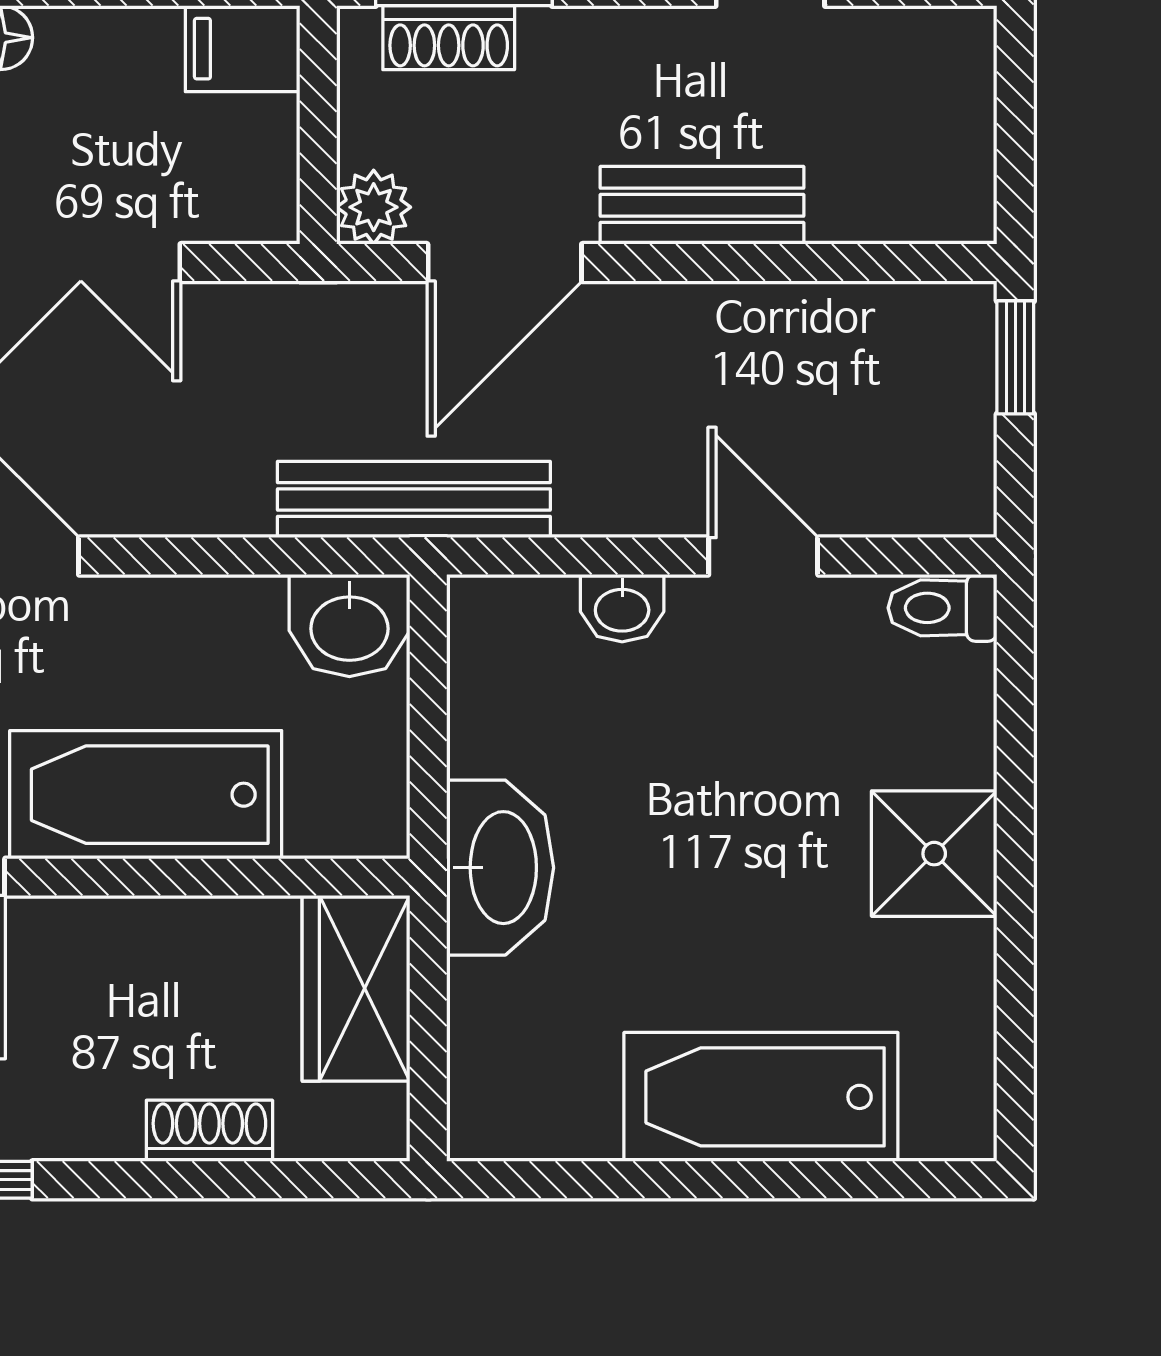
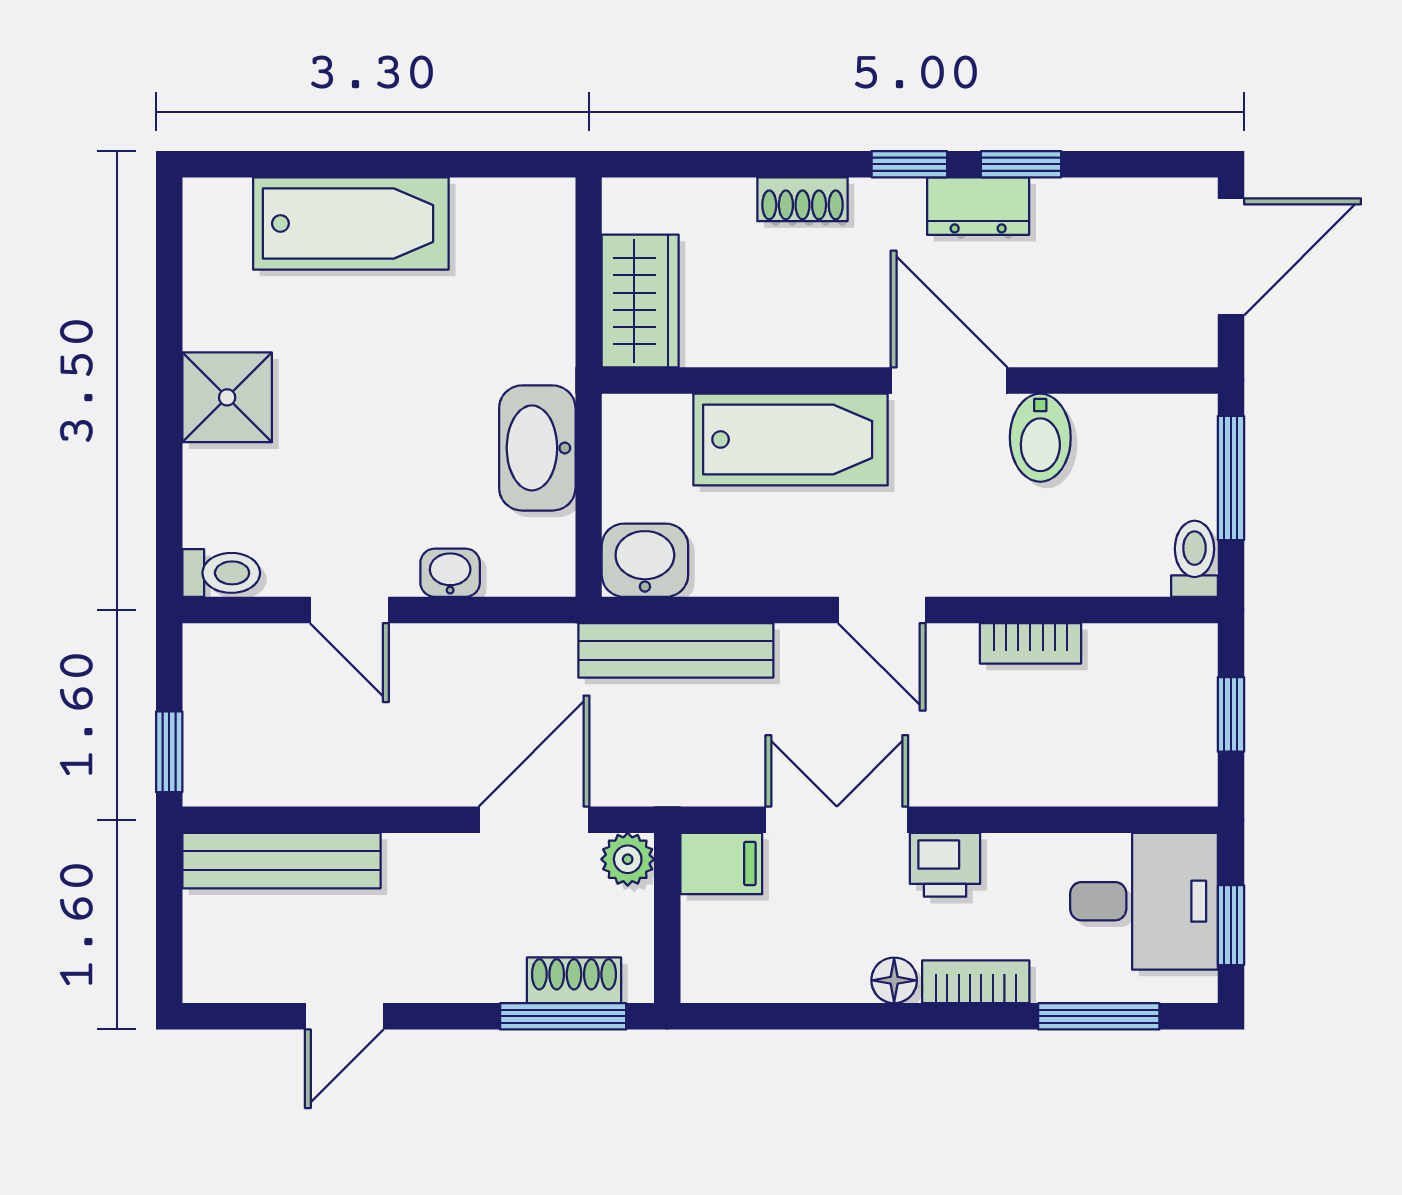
filing cabinet: (243, 49) -> (721, 863), moved
bench: (702, 205) -> (281, 861), moved, width x1.36
bench: (414, 500) -> (676, 650), moved
washbasin: (500, 868) -> (537, 448), moved
shoe rack: (209, 1131) -> (802, 199), moved

